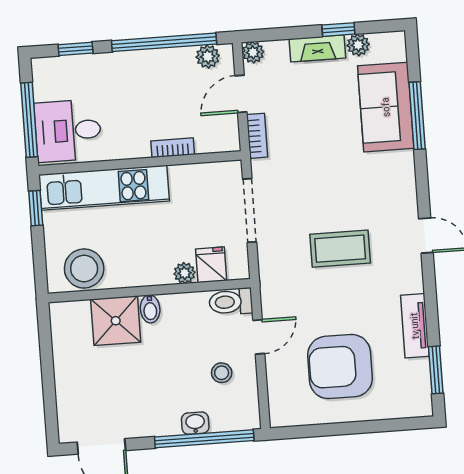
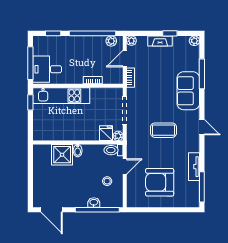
plant: (358, 45) -> (194, 41), moved
sofa: (386, 107) -> (188, 91), moved
stool: (84, 268) -> (50, 131), removed
plant: (184, 273) -> (118, 136), moved
window: (436, 370) -> (202, 187), width x1.44

